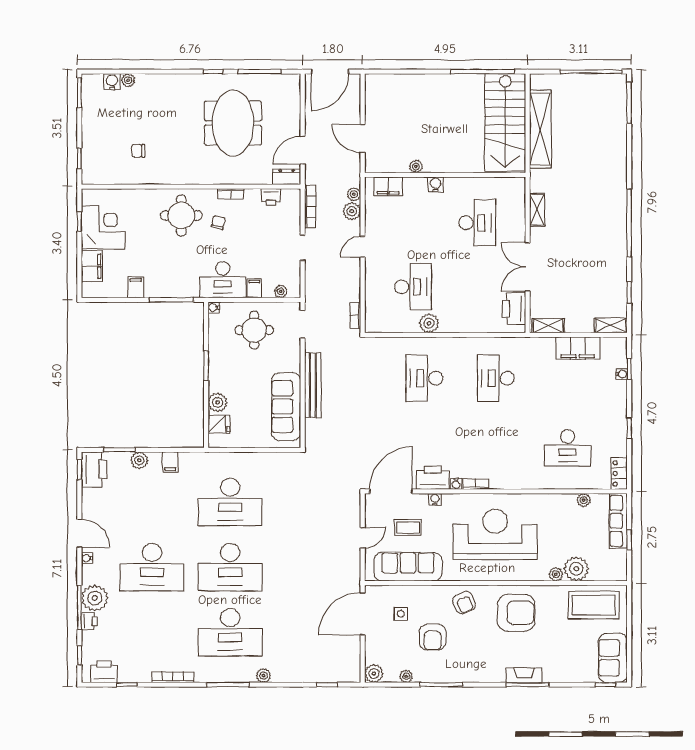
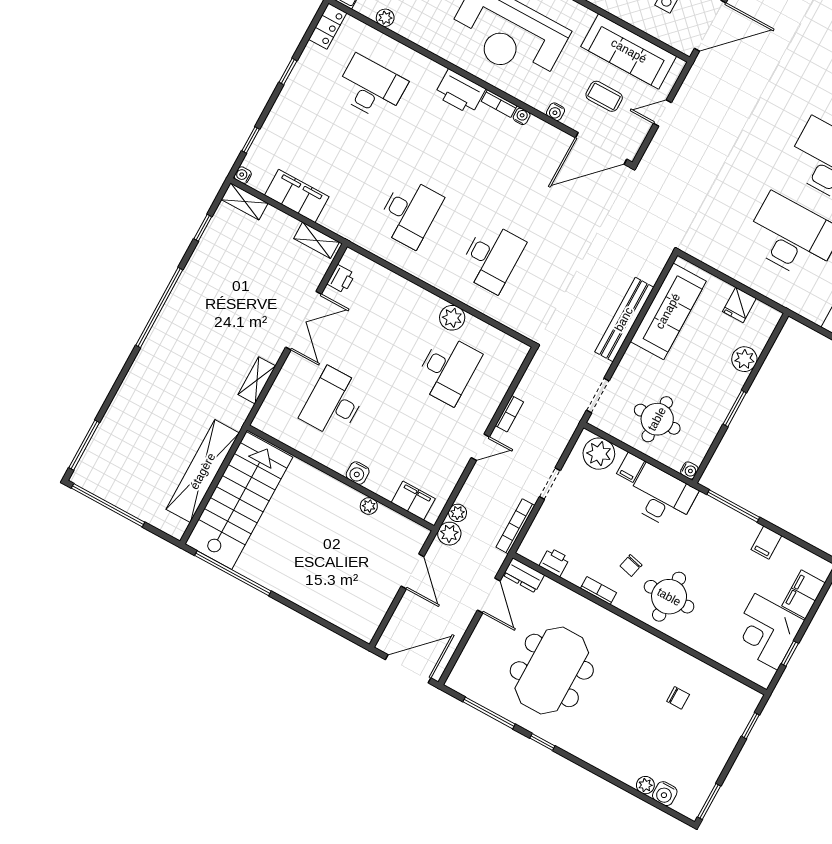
door: (303, 150) -> (489, 596), hinge flipped
plant: (352, 211) -> (449, 534), moved
desk: (413, 287) -> (448, 369), turned 180
plant: (281, 291) -> (599, 454), width x1.88, depth x1.88
printer: (514, 309) -> (341, 279), width x0.53, depth x0.68
bookcase: (355, 315) -> (509, 414), moved
water cooler: (622, 374) -> (243, 175), moved
fridge: (219, 424) -> (739, 305), moved, turned -90
printer: (433, 478) -> (460, 92), moved

